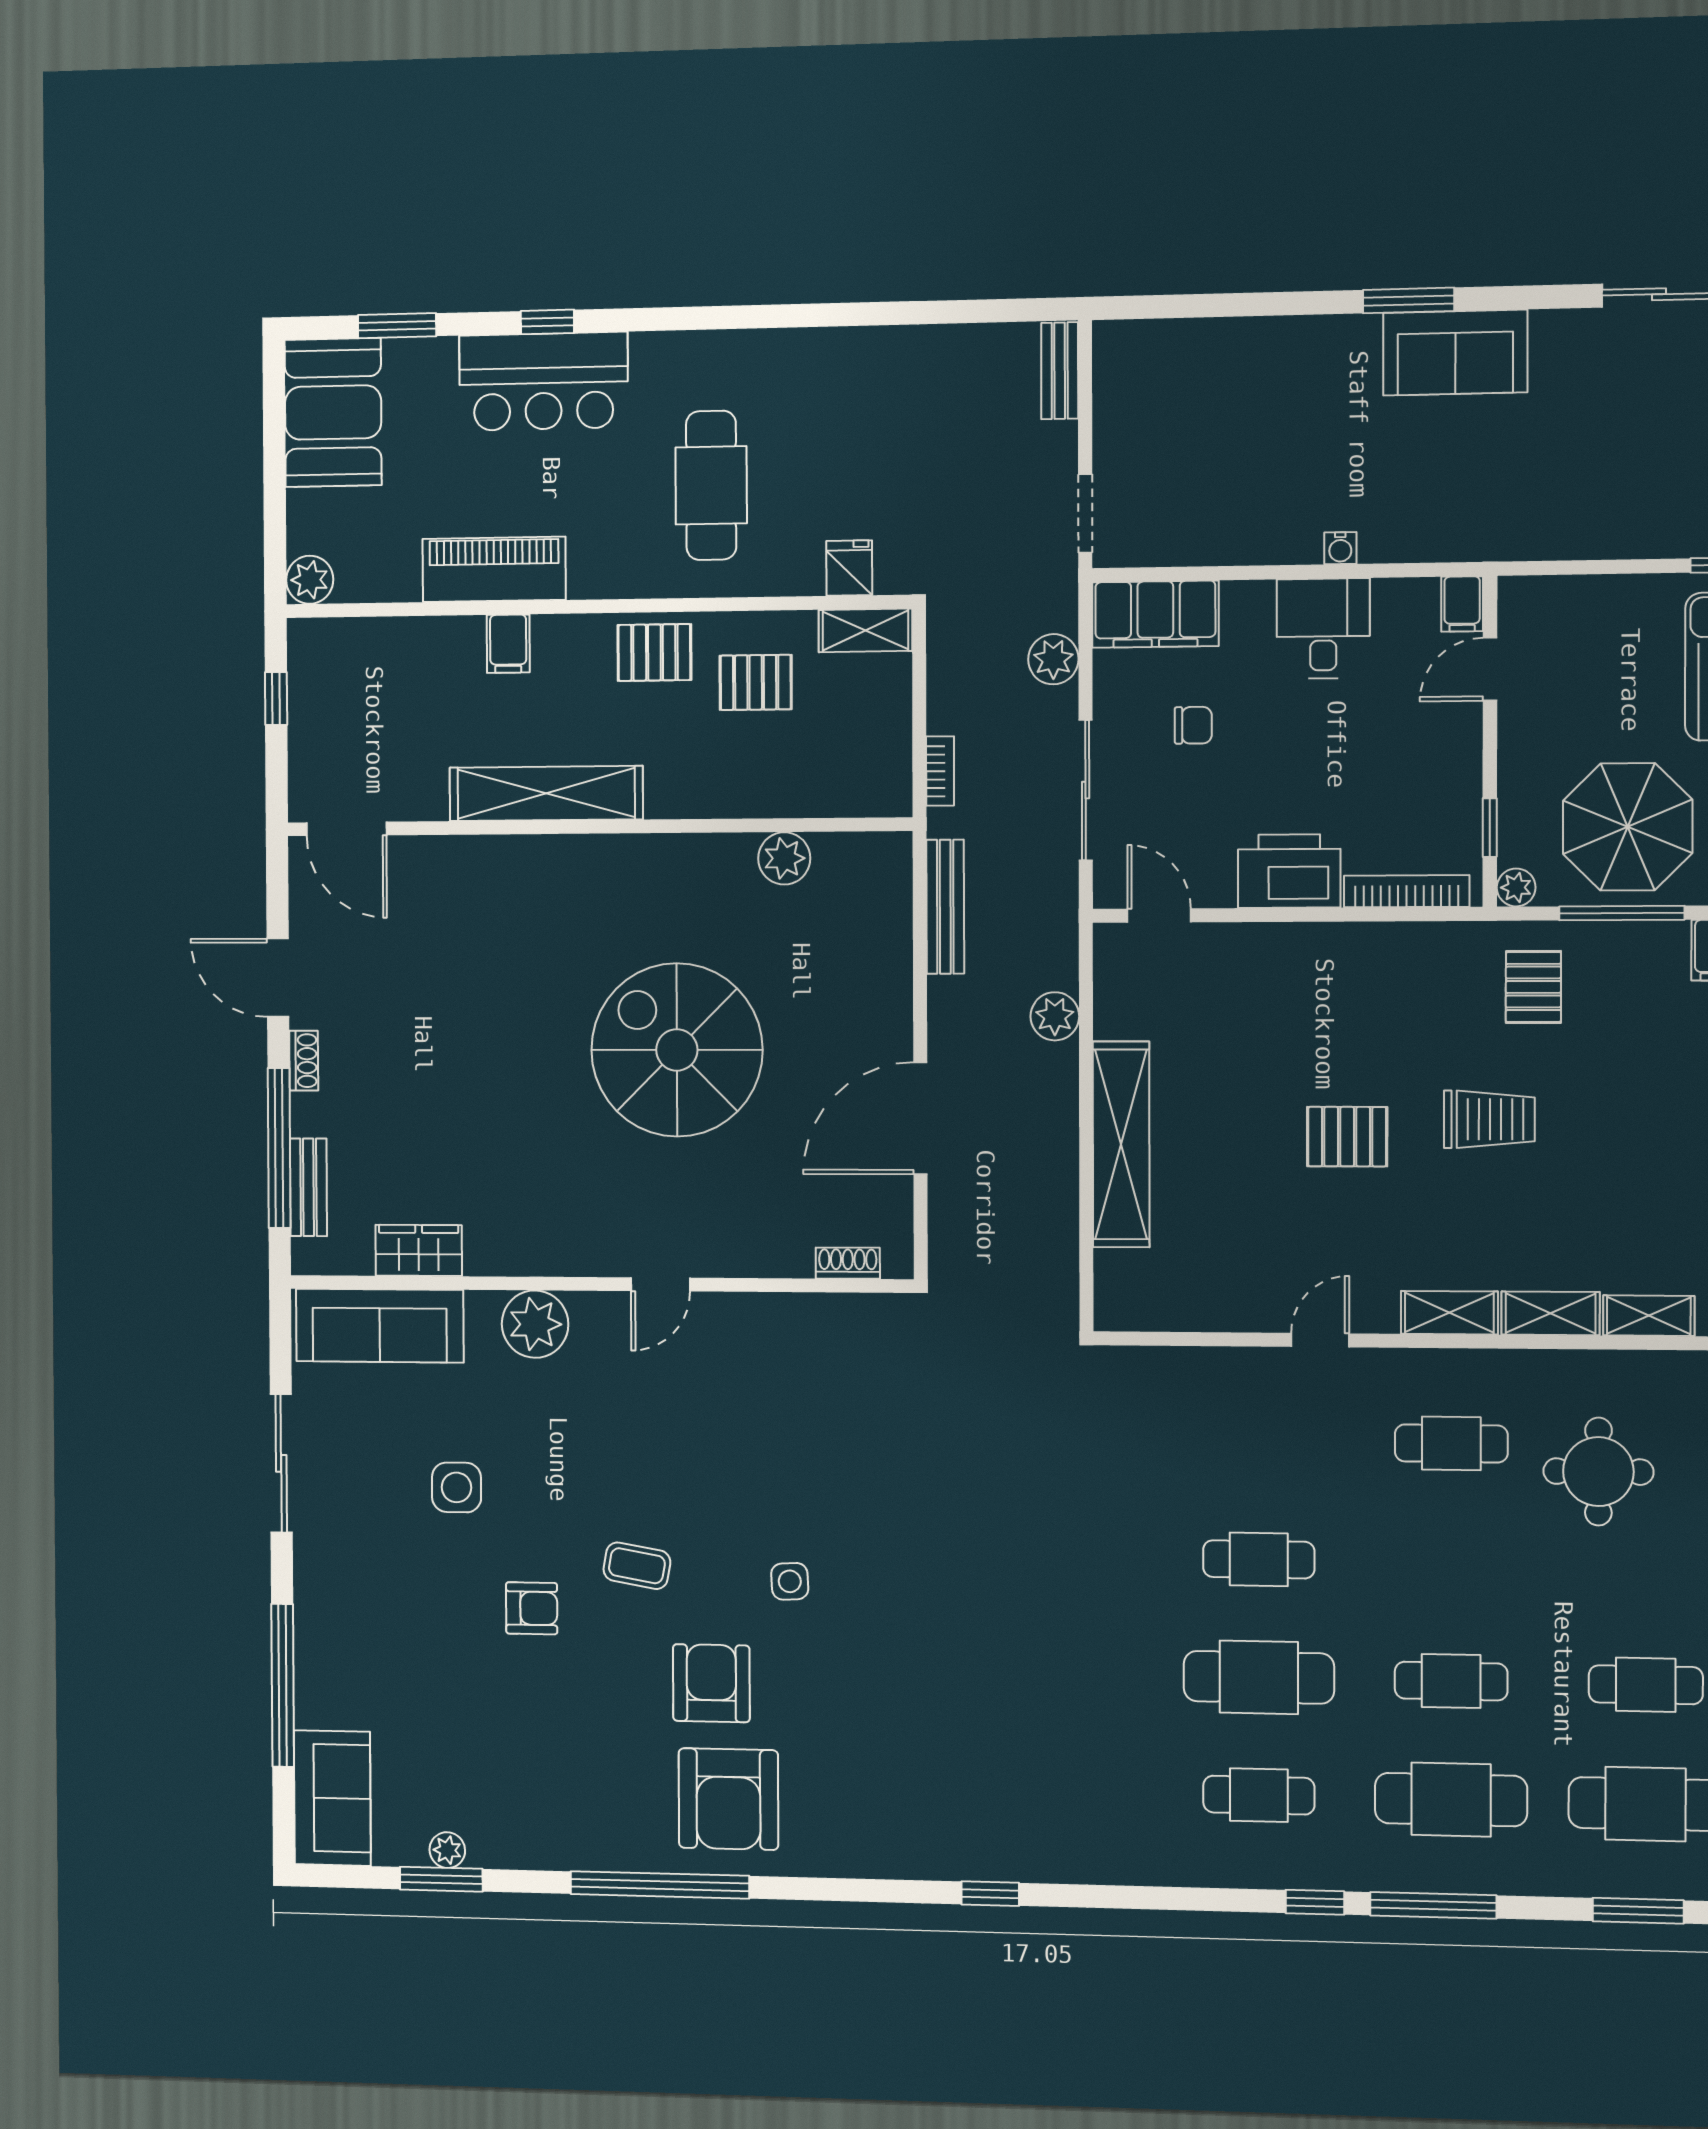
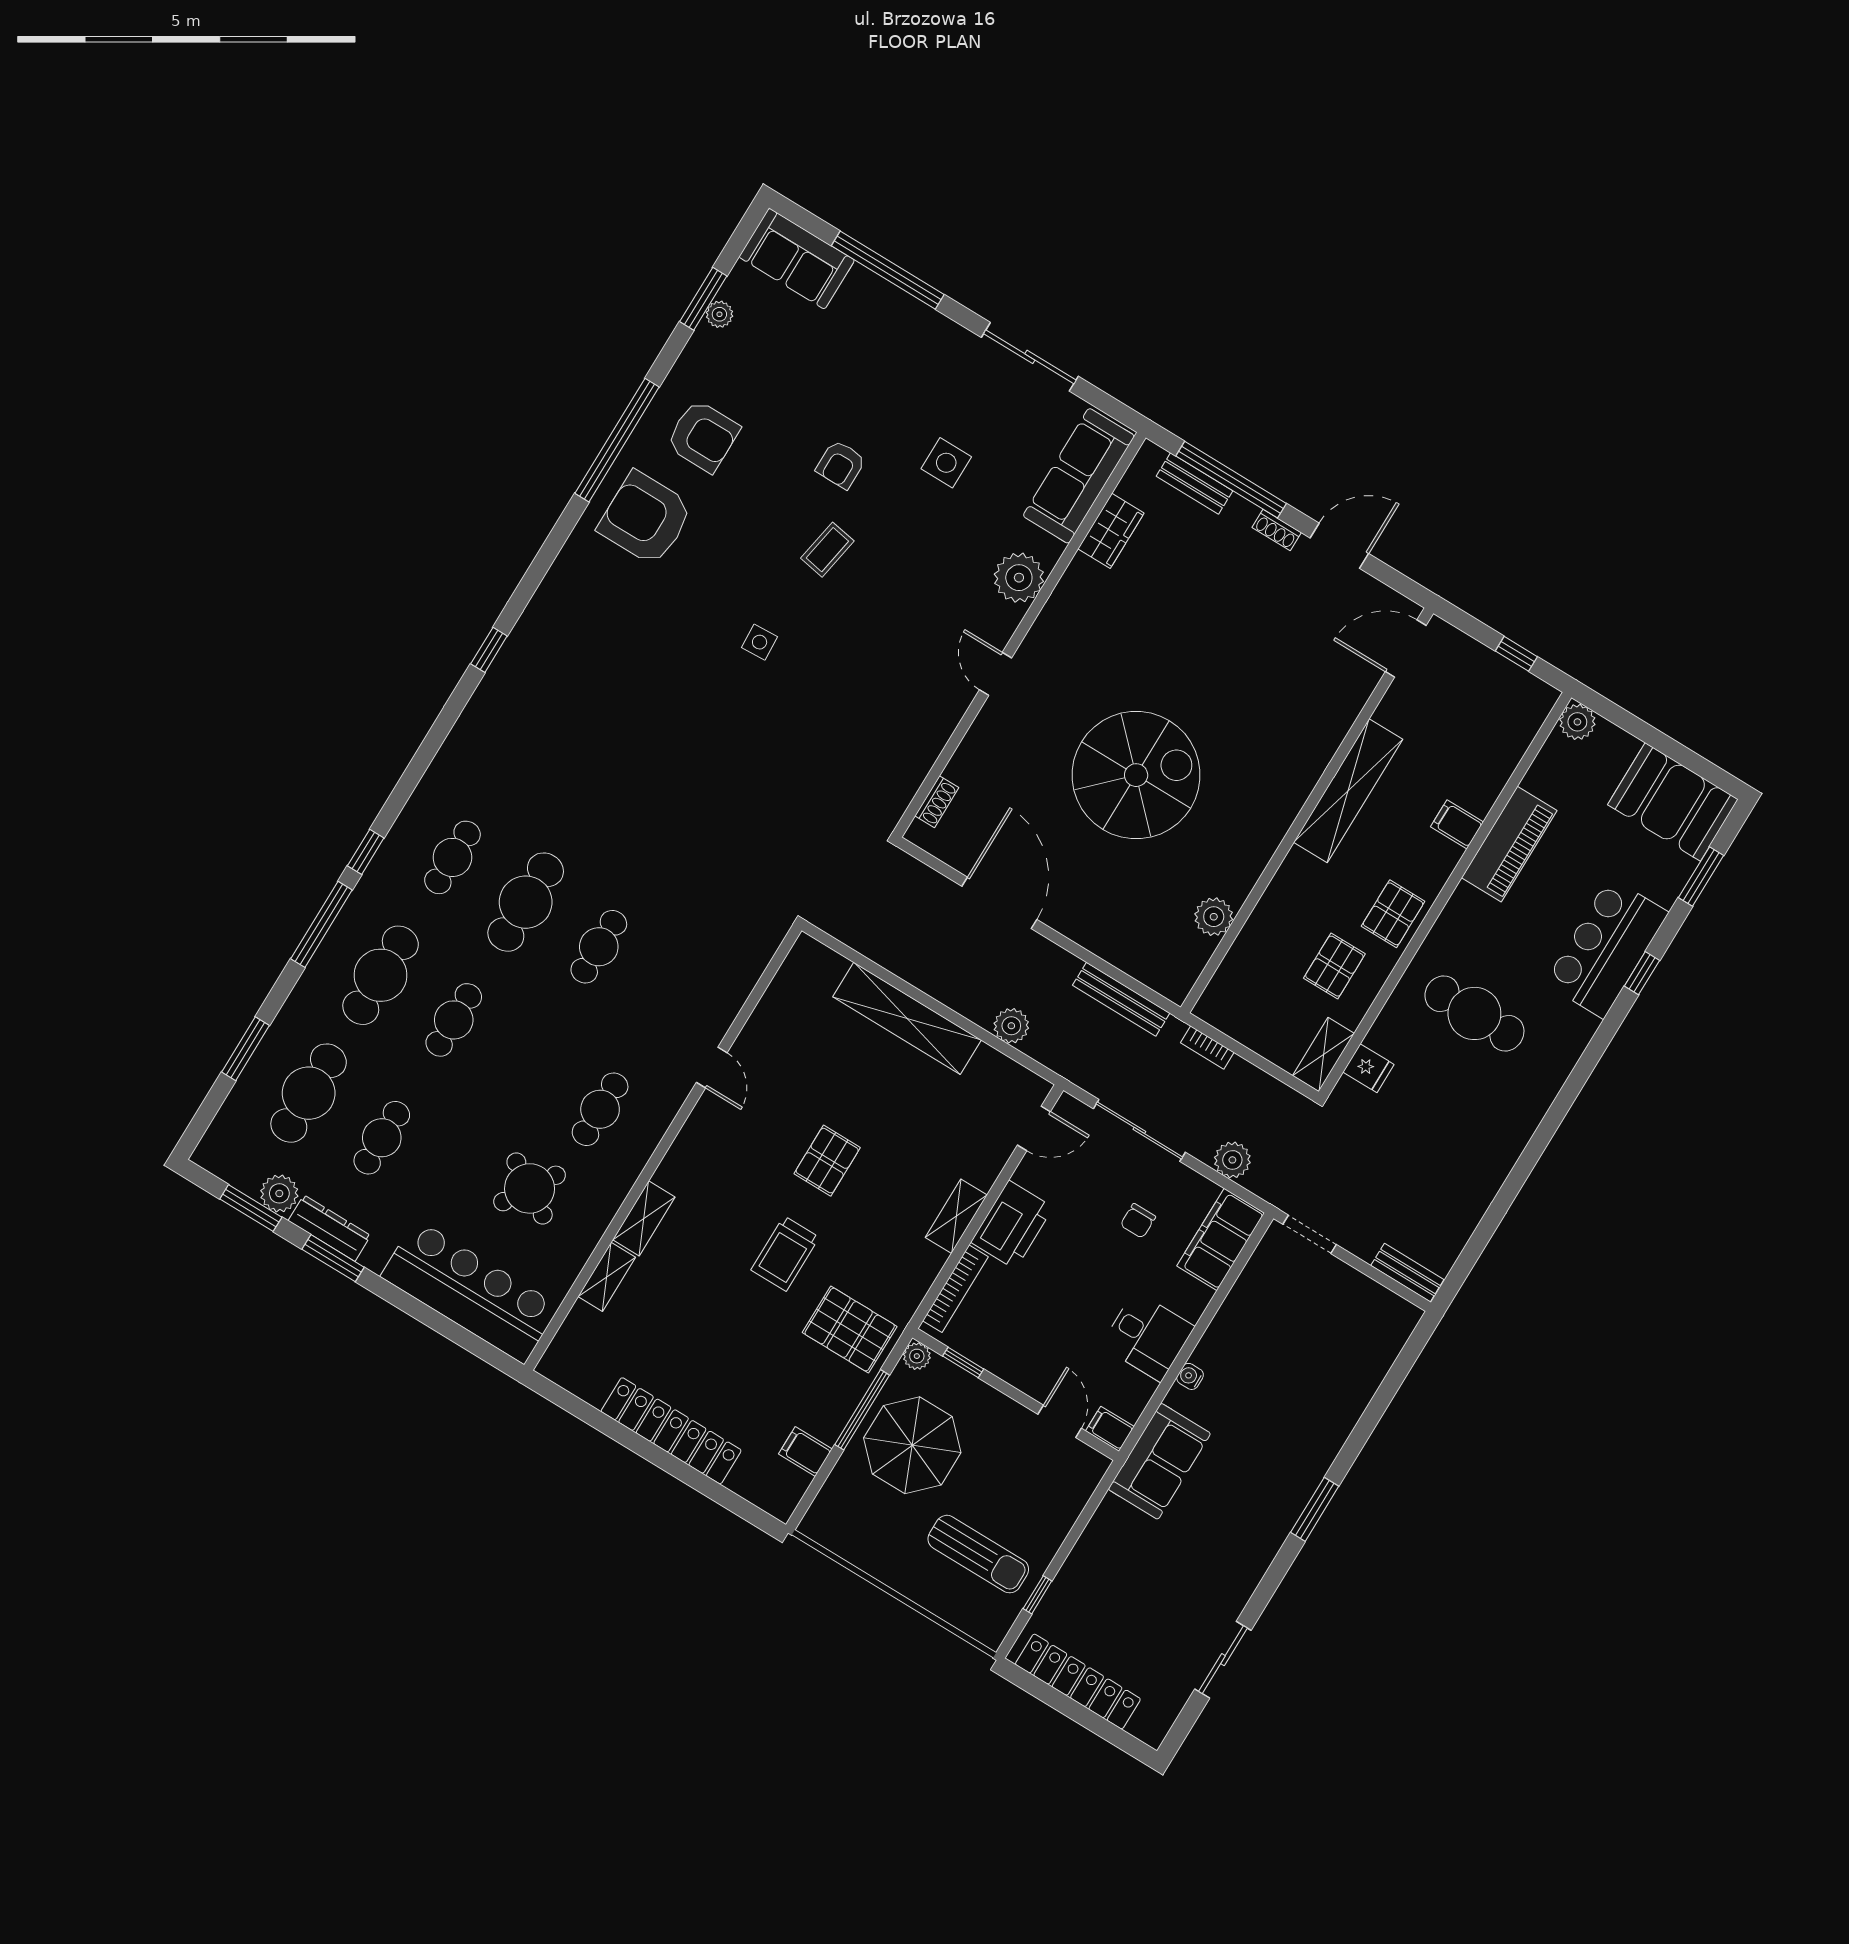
sofa: (1455, 353) -> (1159, 1461), moved, turned 180
pallet: (1533, 987) -> (850, 1329), width x1.50, depth x1.42
shelving: (1449, 1313) -> (956, 1216), moved
round table: (1598, 1472) -> (530, 1188), turned 32
armchair: (711, 1683) -> (703, 436), moved

